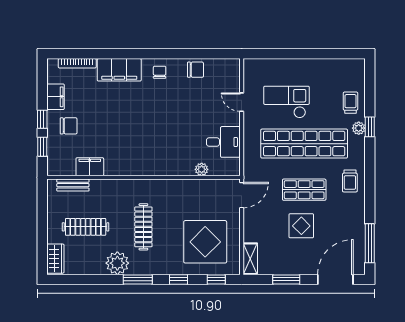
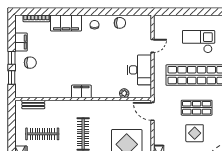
door: (242, 102) -> (152, 46), swing flipped
checkout: (286, 102) -> (199, 42), moved
desk: (223, 142) -> (140, 70), width x1.37
filing cabinet: (90, 167) -> (81, 91), moved
door: (242, 195) -> (152, 111), swing flipped

